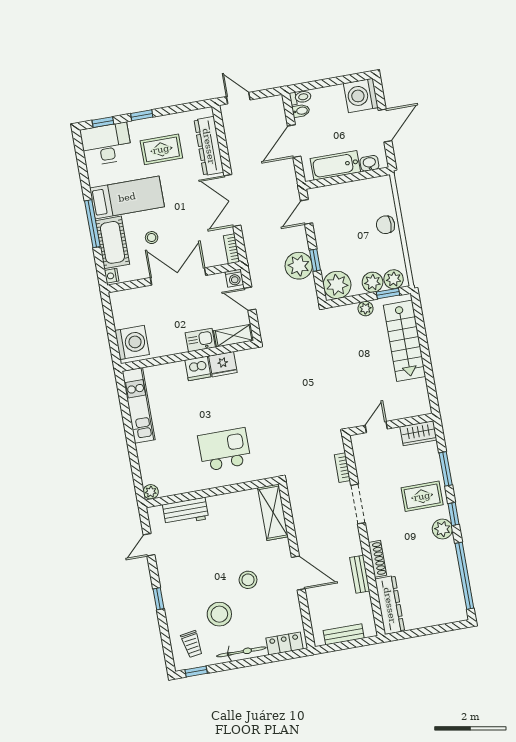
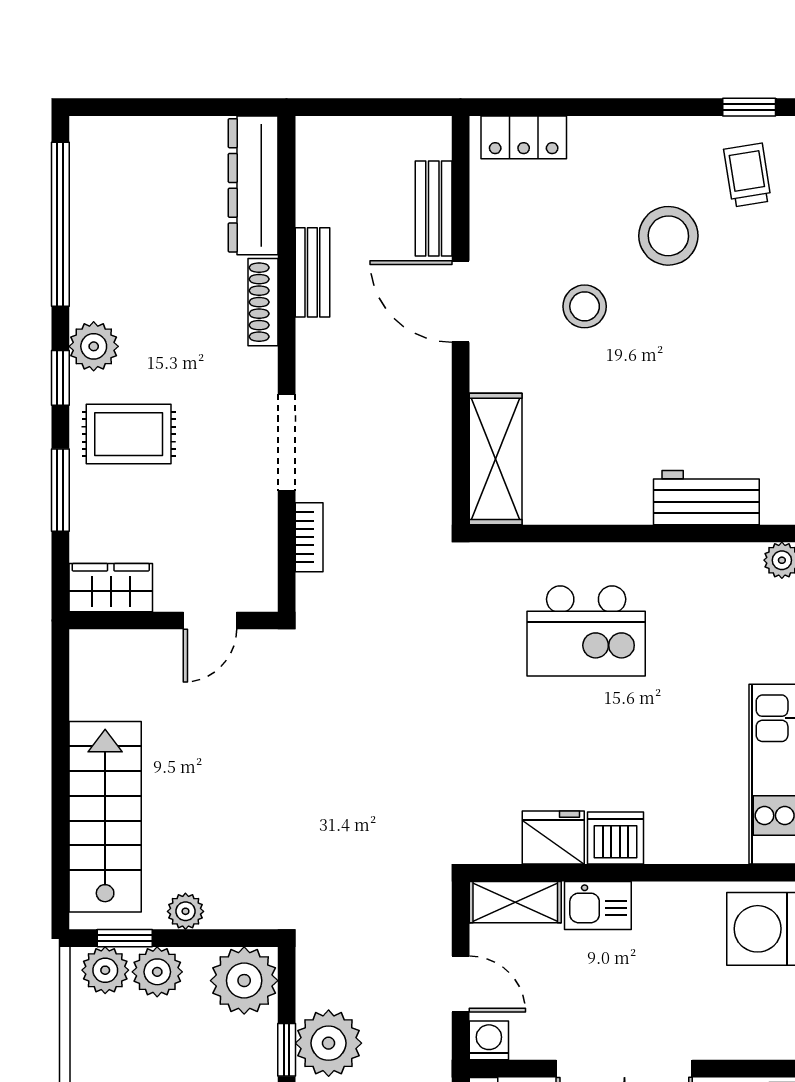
bench: (344, 634) -> (434, 208), moved, turned 90
bicycle: (241, 652) -> (631, 135), removed

